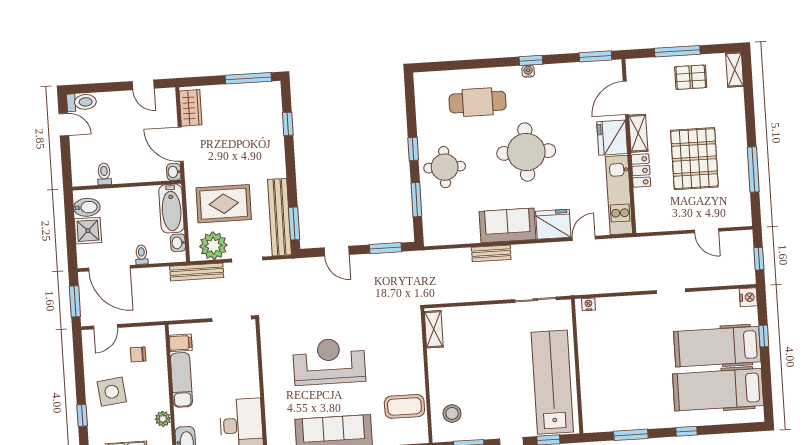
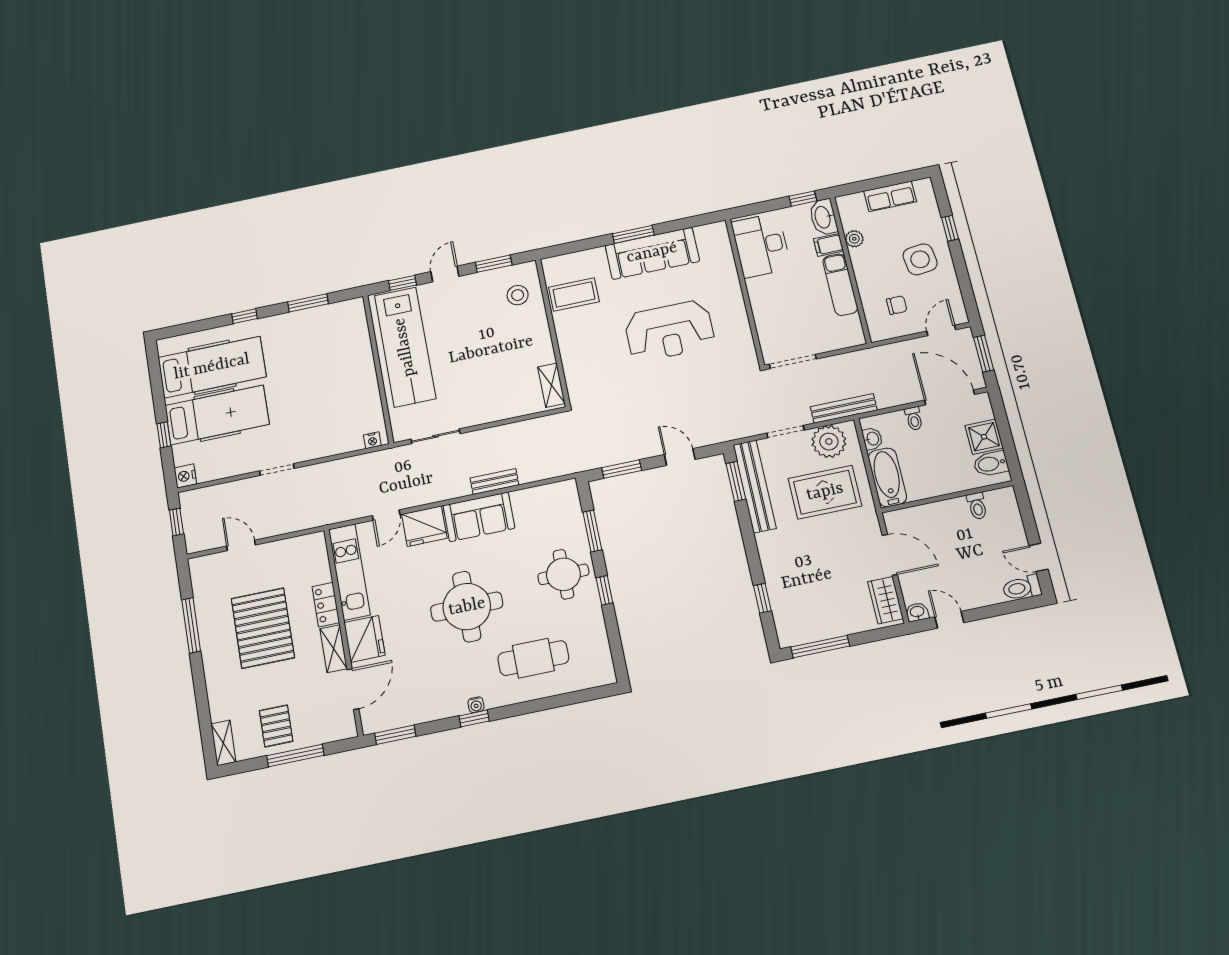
pallet: (691, 77) -> (276, 726), turned 90
washbasin: (174, 172) -> (917, 612), moved, turned -90
filing cabinet: (181, 343) -> (828, 245), moved

